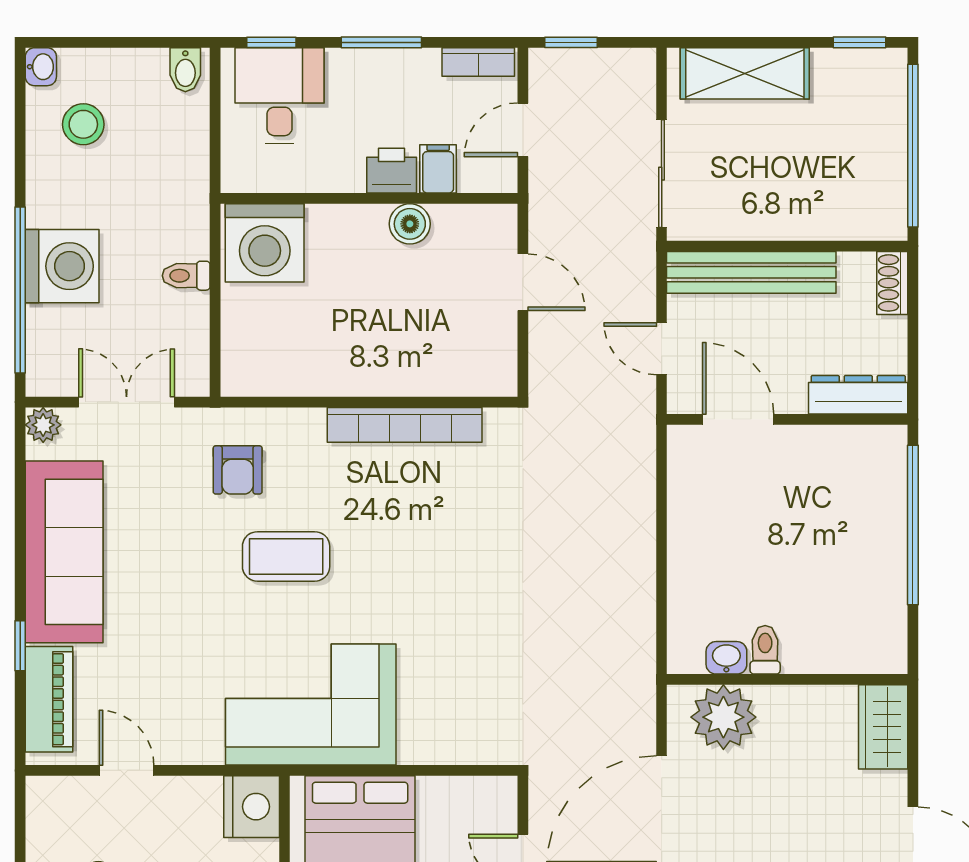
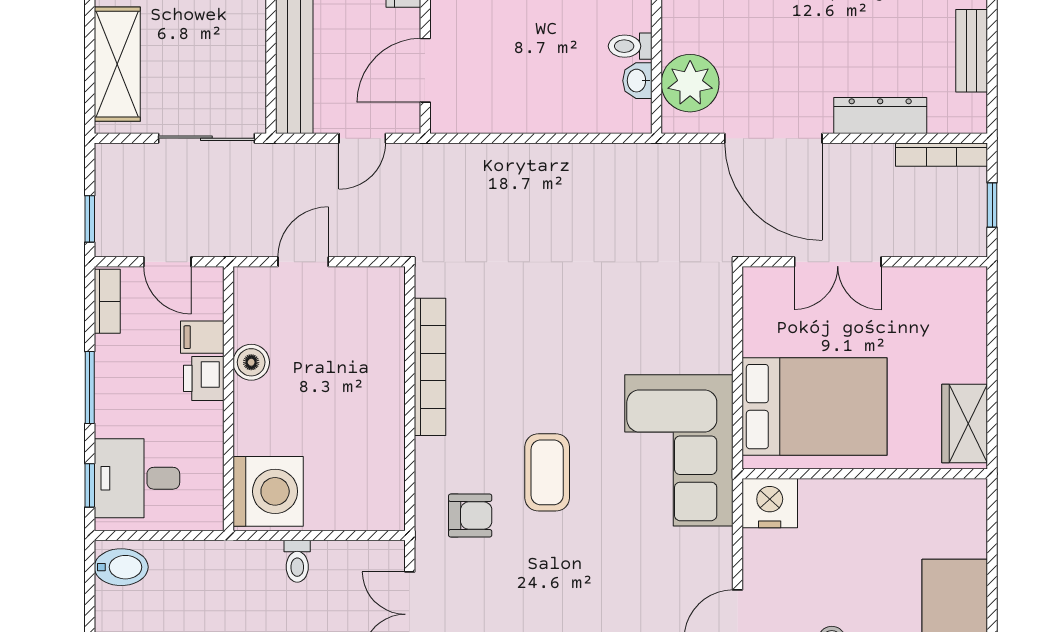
bidet: (185, 70) -> (121, 567), width x1.38, depth x1.36

